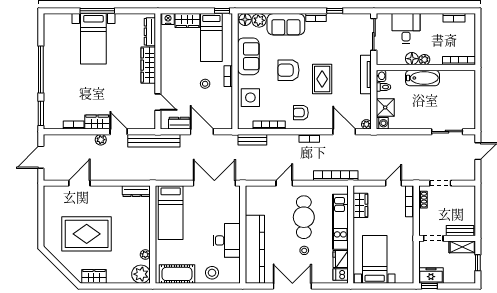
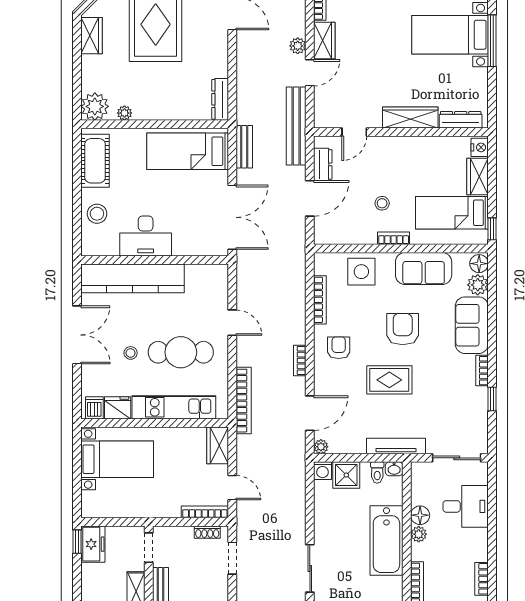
bathtub: (422, 78) -> (386, 541), width x1.36, depth x1.36
bench: (252, 140) -> (244, 147), moved
wardrobe: (360, 205) -> (218, 445), moved, turned 90

